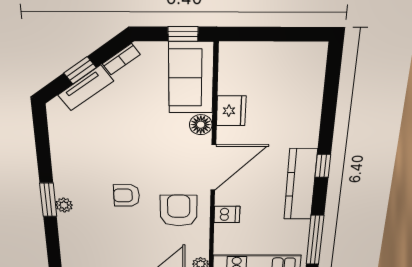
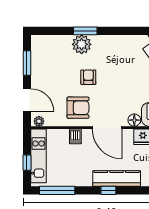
kitchen counter: (300, 185) -> (117, 179), moved
plant: (64, 205) -> (82, 44), width x1.88, depth x1.88

